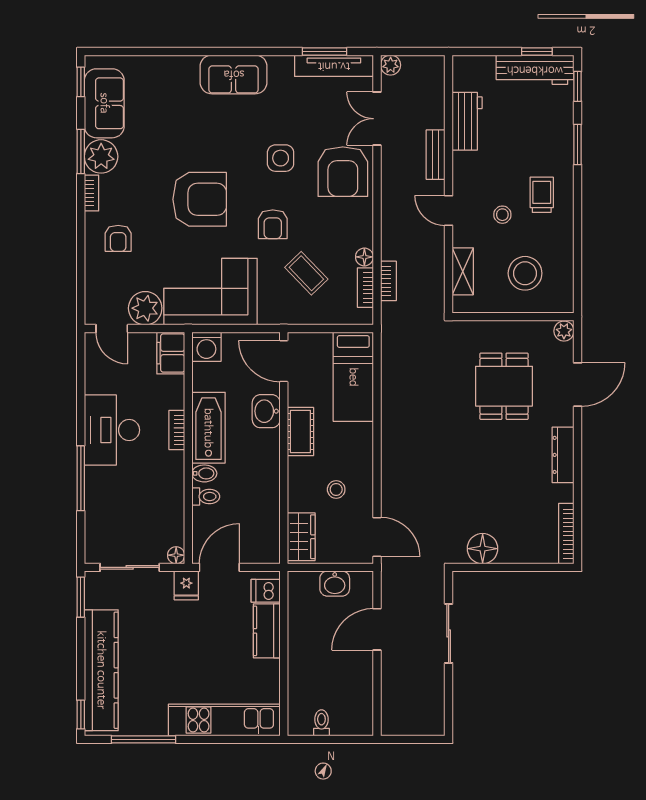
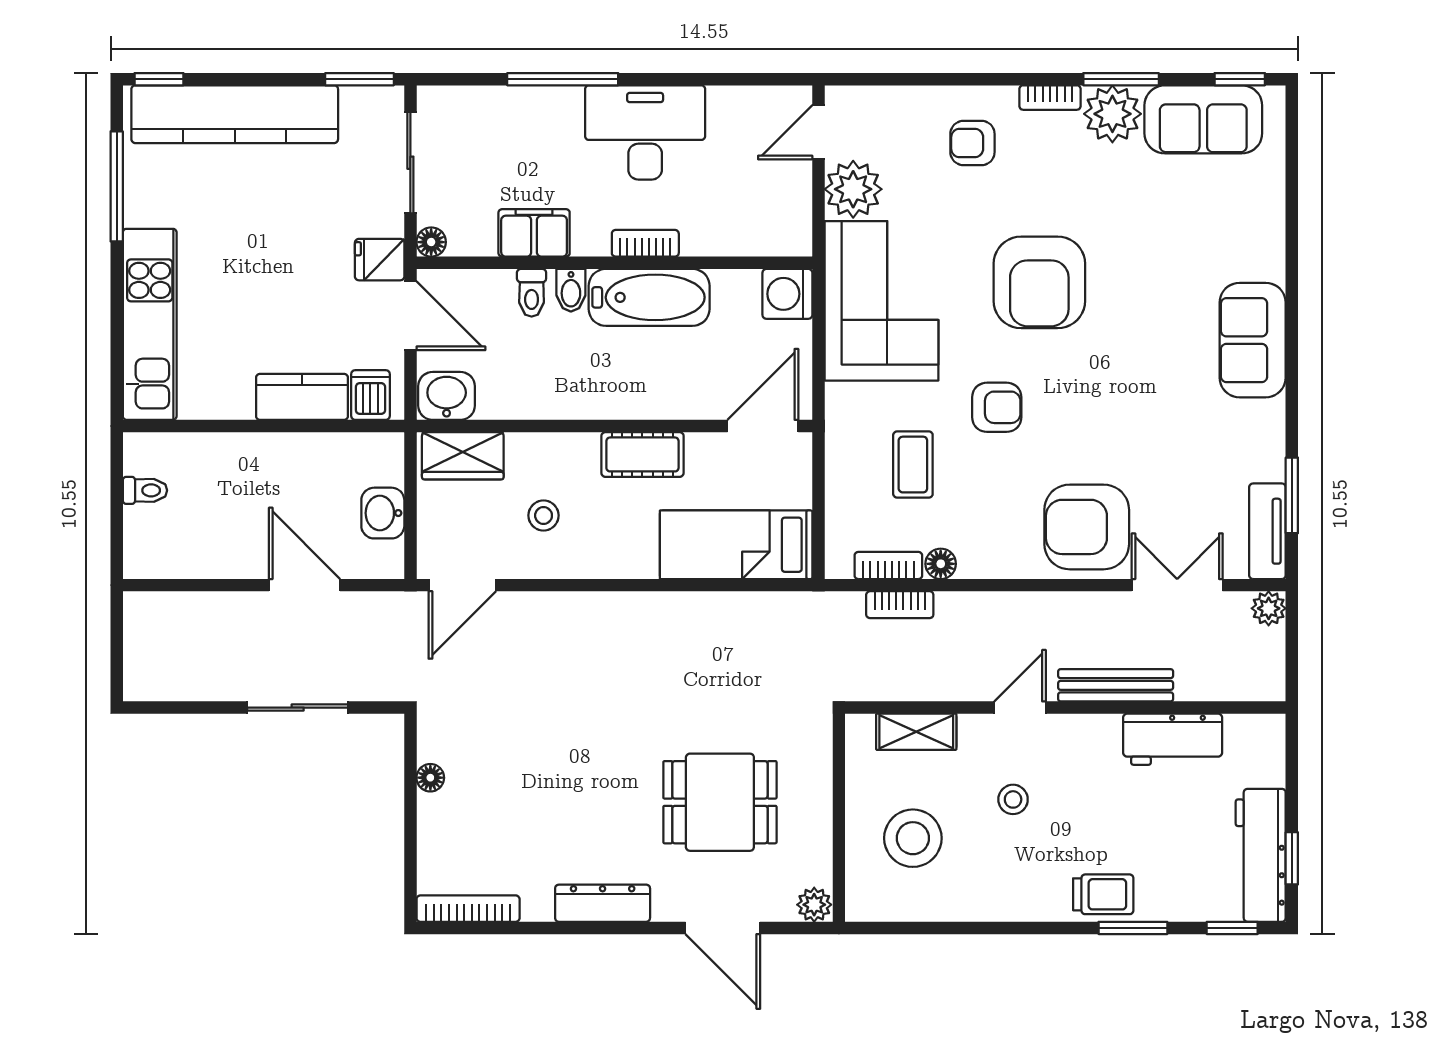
tv unit: (334, 66) -> (1267, 531), width x0.71
bench: (436, 155) -> (1116, 685), width x1.36
side table: (281, 158) -> (1110, 421), removed
trolley: (542, 195) -> (1103, 894), moved
armchair: (273, 224) -> (997, 407), turned 180
coffee table: (306, 273) -> (913, 465), turned -46
filing cabinet: (171, 353) -> (534, 233), moved
washbasin: (266, 411) -> (447, 396), moved
floor lamp: (483, 549) -> (430, 778), width x0.53, depth x0.53

